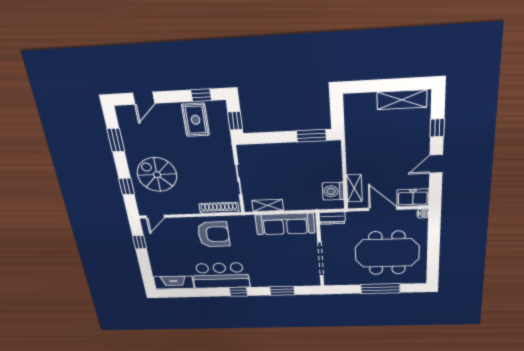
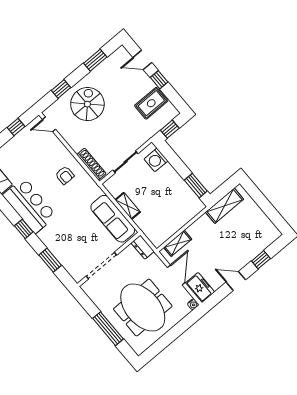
window: (201, 95) -> (159, 80), moved
shelving: (402, 100) -> (225, 206), moved, turned 90
washing machine: (333, 191) -> (156, 160), moved, turned -90
shelving: (268, 205) -> (128, 206), moved
armchair: (213, 234) -> (65, 175), width x0.53, depth x0.53

